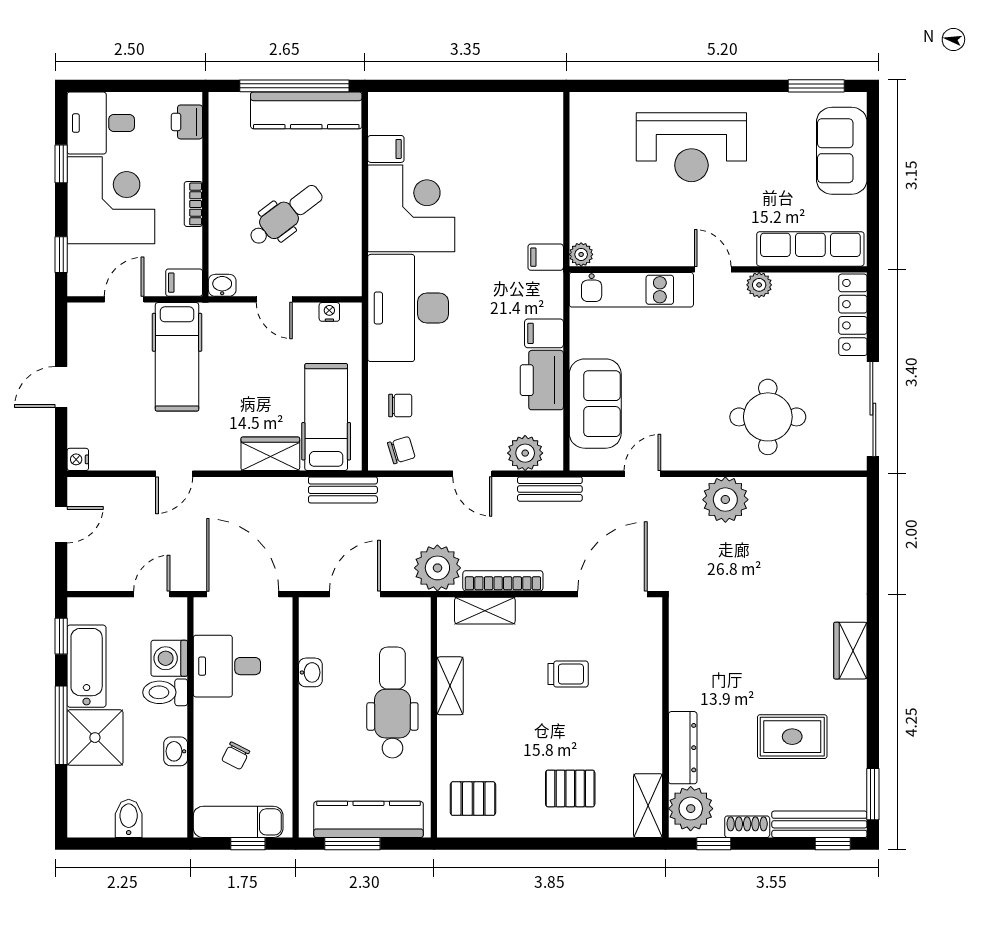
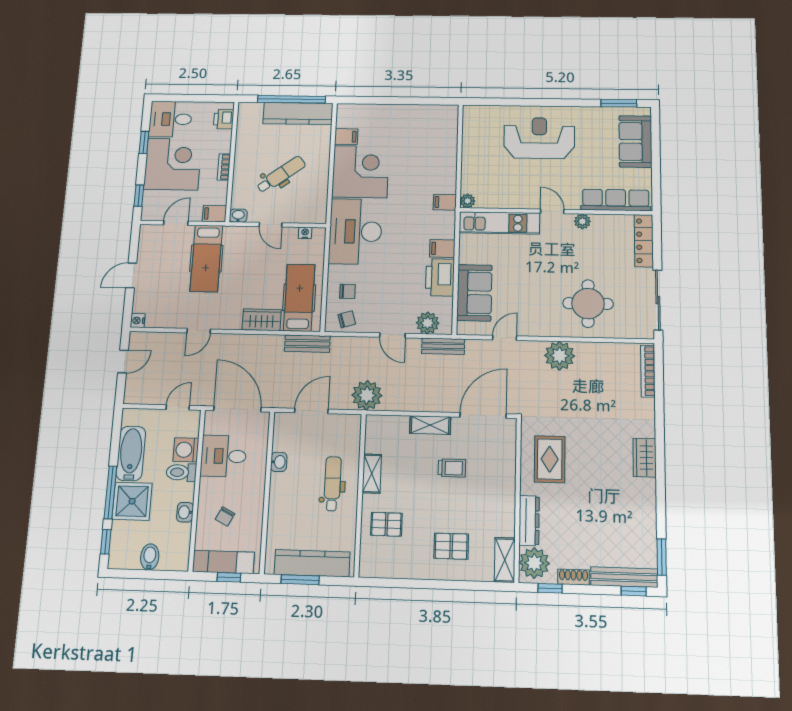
reception desk: (691, 147) -> (539, 138), turned 180
bookcase: (503, 581) -> (648, 371), moved, turned -90
shelving: (485, 611) -> (430, 425), moved
window: (61, 636) -> (106, 542), moved
dental chair: (392, 703) -> (333, 484), width x0.73, depth x0.72
rug: (792, 737) -> (550, 459), moved, turned 90
pallet: (473, 799) -> (386, 524), moved

